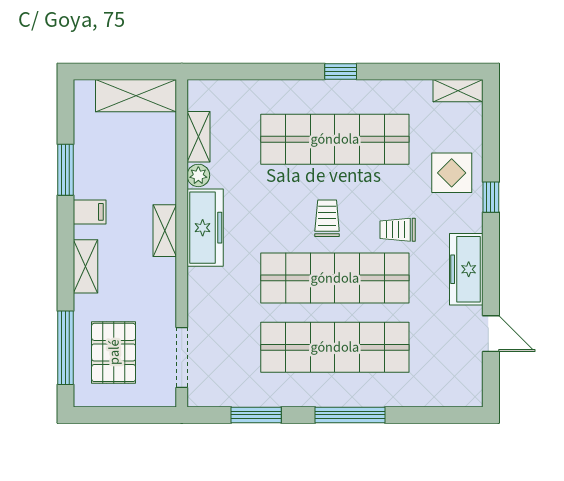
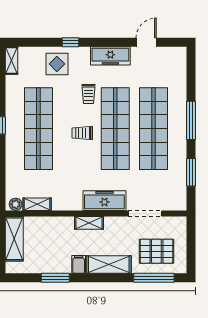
plant: (198, 175) -> (16, 204), moved
freezer: (205, 228) -> (104, 201), moved
shelving: (85, 266) -> (109, 264), width x1.50, depth x1.33
doorway: (182, 357) -> (145, 213), moved

